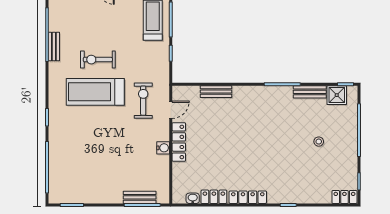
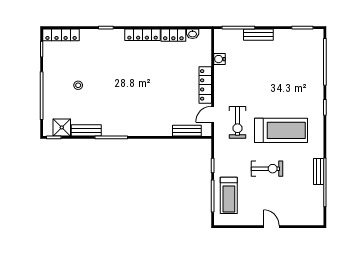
exercise bike: (98, 60) -> (267, 169), moved
bench: (216, 92) -> (187, 131), moved
water cooler: (163, 148) -> (219, 59), moved
bench: (140, 197) -> (258, 35), moved
locker: (344, 197) -> (61, 35), width x1.53

